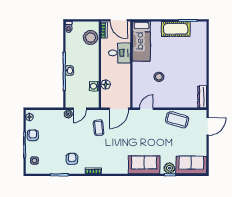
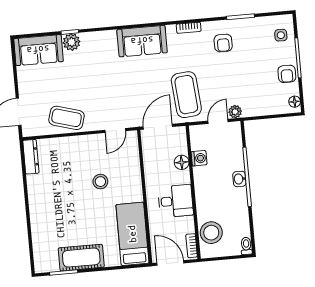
desk: (120, 53) -> (176, 201), moved, turned 180
coffee table: (99, 128) -> (186, 95), width x1.86, depth x1.72
sofa: (144, 165) -> (142, 41), moved

